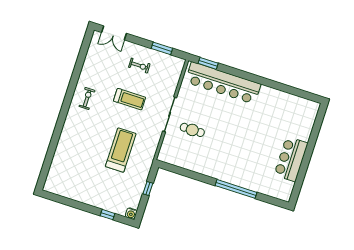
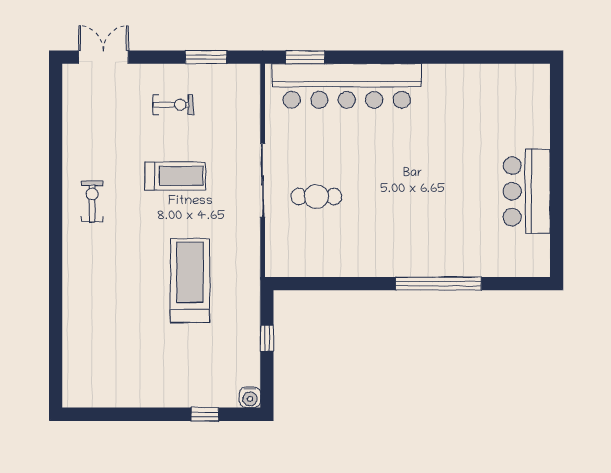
double door: (114, 33) -> (103, 57), swing flipped

